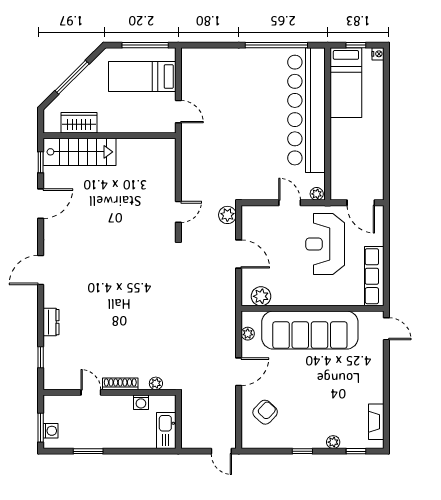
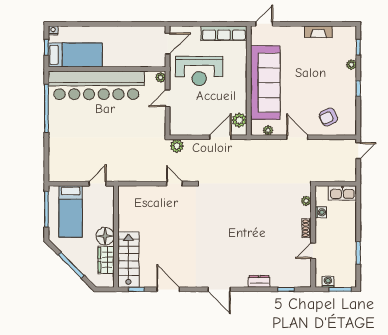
floor lamp: (110, 121) -> (105, 236), added
door: (239, 254) -> (220, 137), moved
shoe rack: (120, 384) -> (307, 228), width x0.70
armchair: (265, 412) -> (328, 117), turned -68
fireplace: (376, 422) -> (318, 32), moved
washing machine: (51, 431) -> (328, 282), moved

